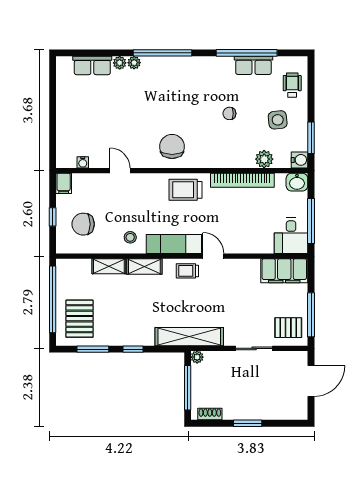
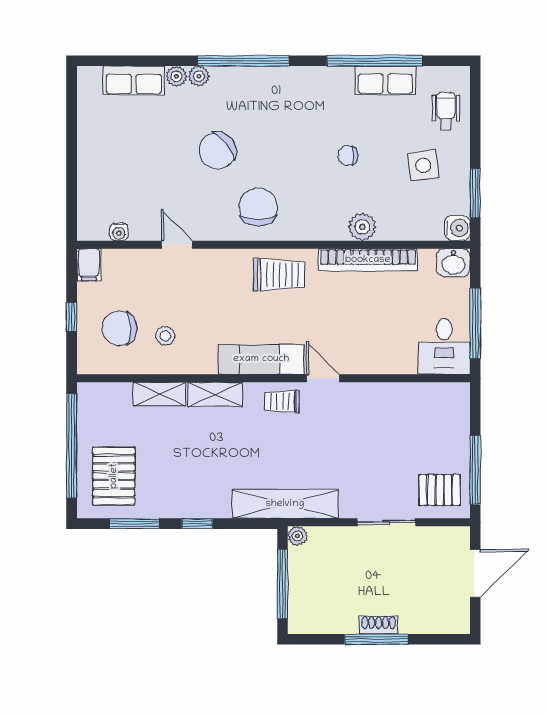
chair: (146, 110) -> (218, 151), added
plant: (264, 159) -> (362, 227), moved
trolley: (185, 190) -> (279, 275), turned 180
stool: (130, 237) -> (165, 336), moved
filing cabinet: (284, 271) -> (434, 401), removed
shoe rack: (210, 414) -> (379, 625), moved
window: (248, 423) -> (376, 639), width x1.44

